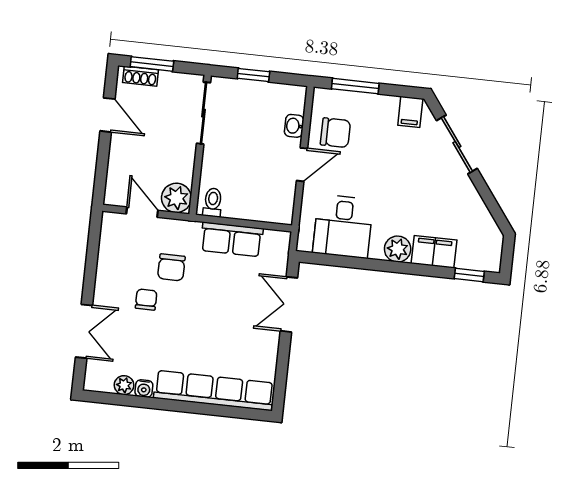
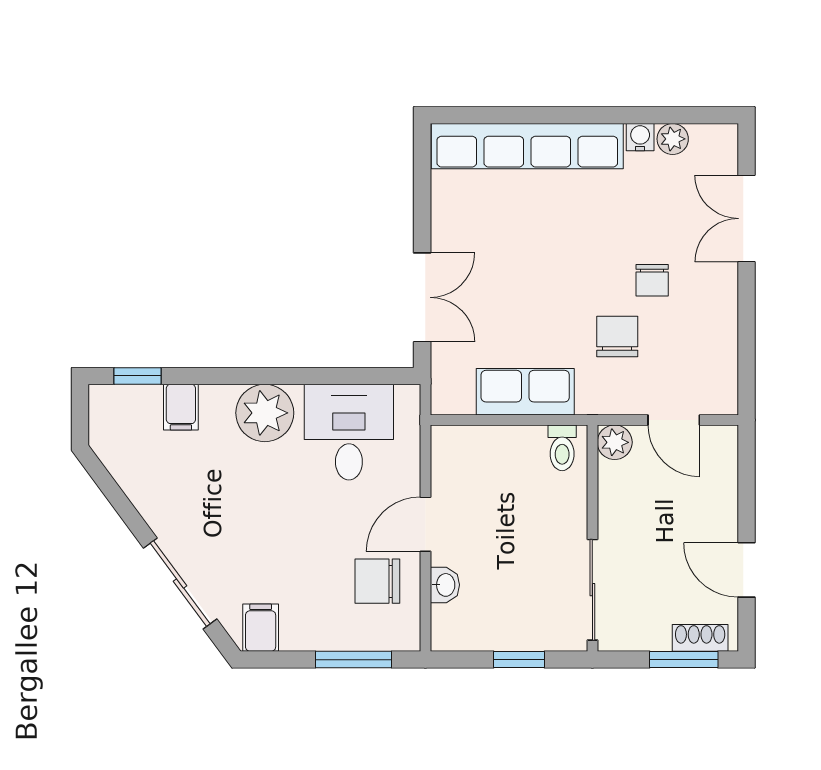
plant: (176, 198) -> (615, 442), width x0.73, depth x0.73
plant: (398, 249) -> (265, 413), width x1.36, depth x1.36
filing cabinet: (434, 252) -> (181, 407), width x0.50

